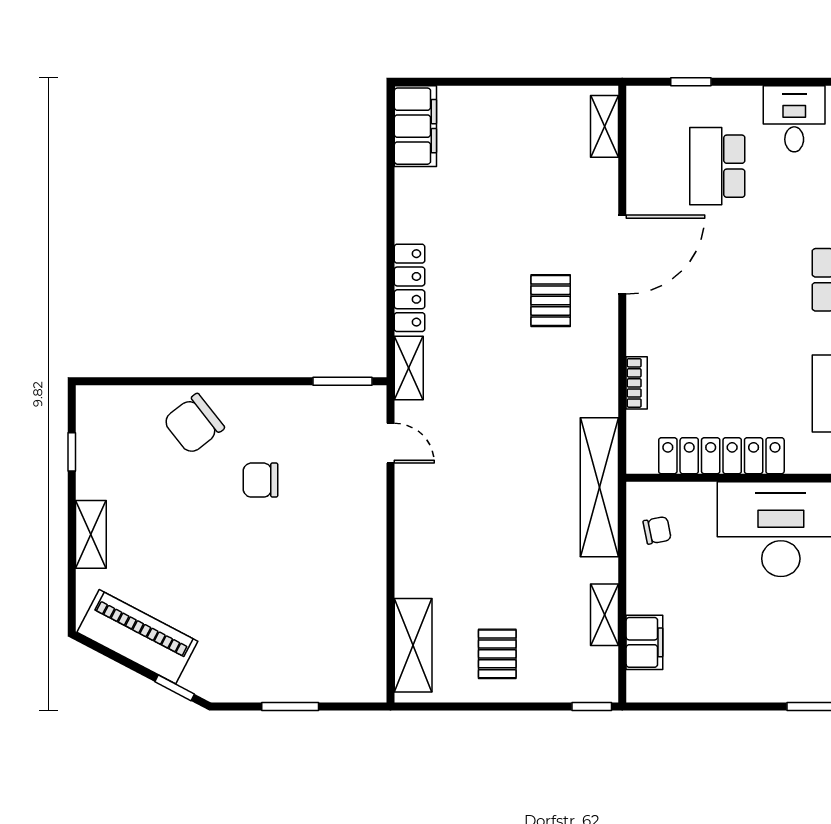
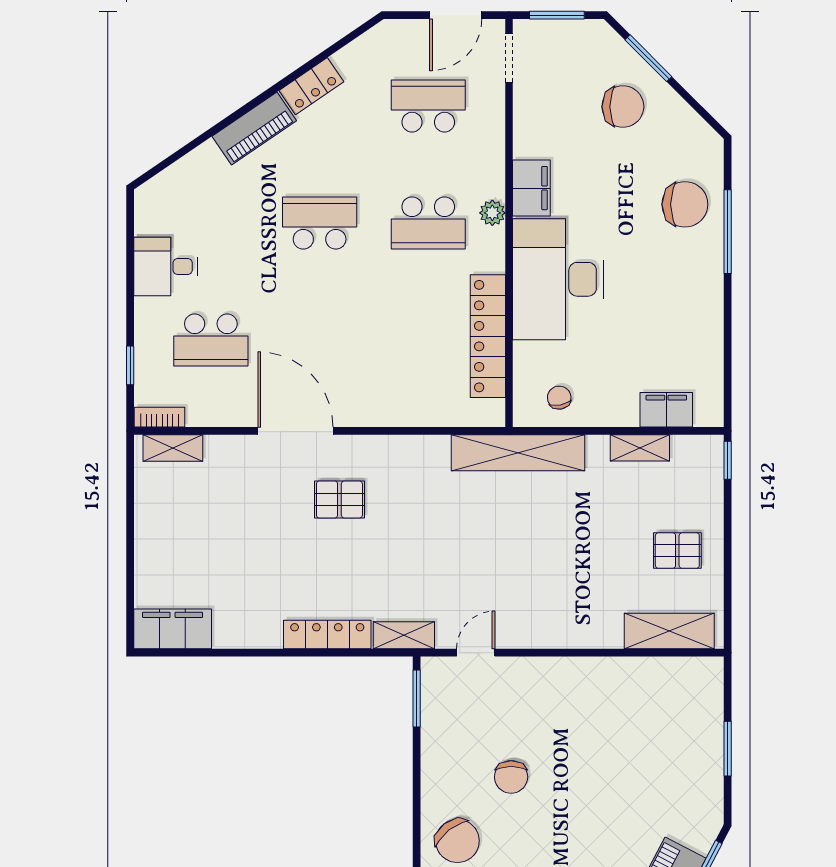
bookcase: (637, 383) -> (160, 417), moved

